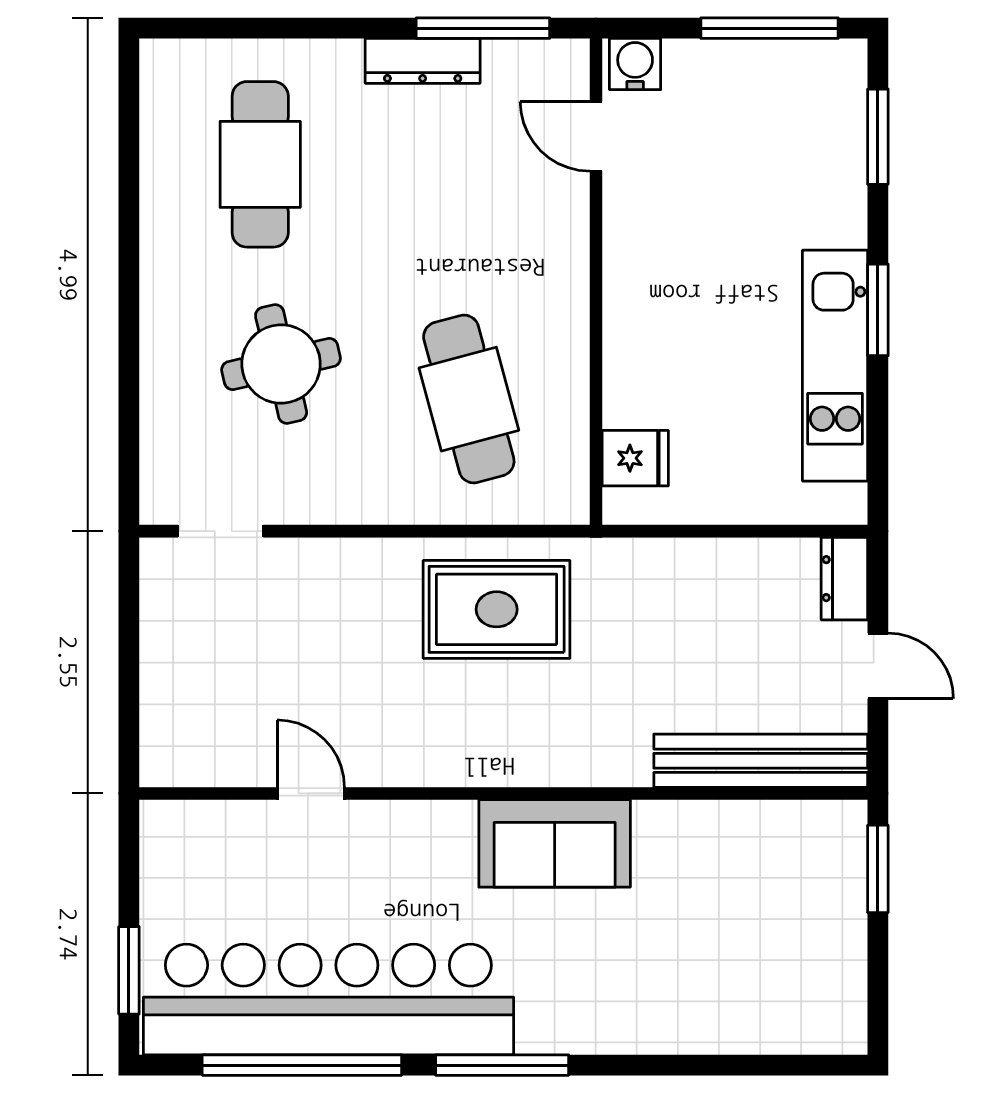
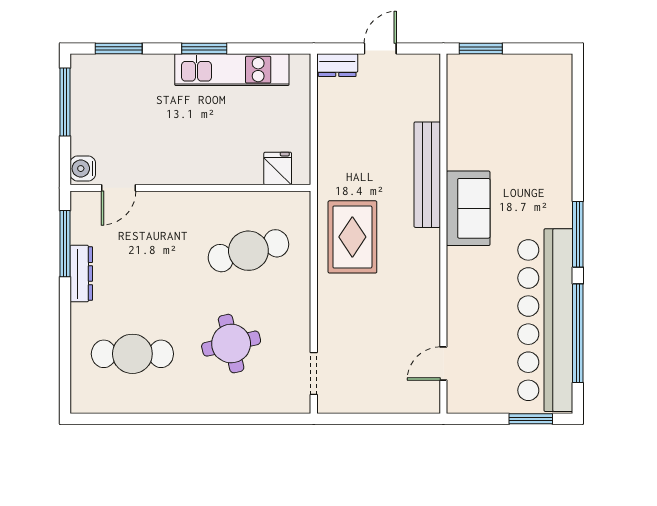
bench: (761, 761) -> (427, 175), moved
door: (311, 793) -> (443, 364), moved

